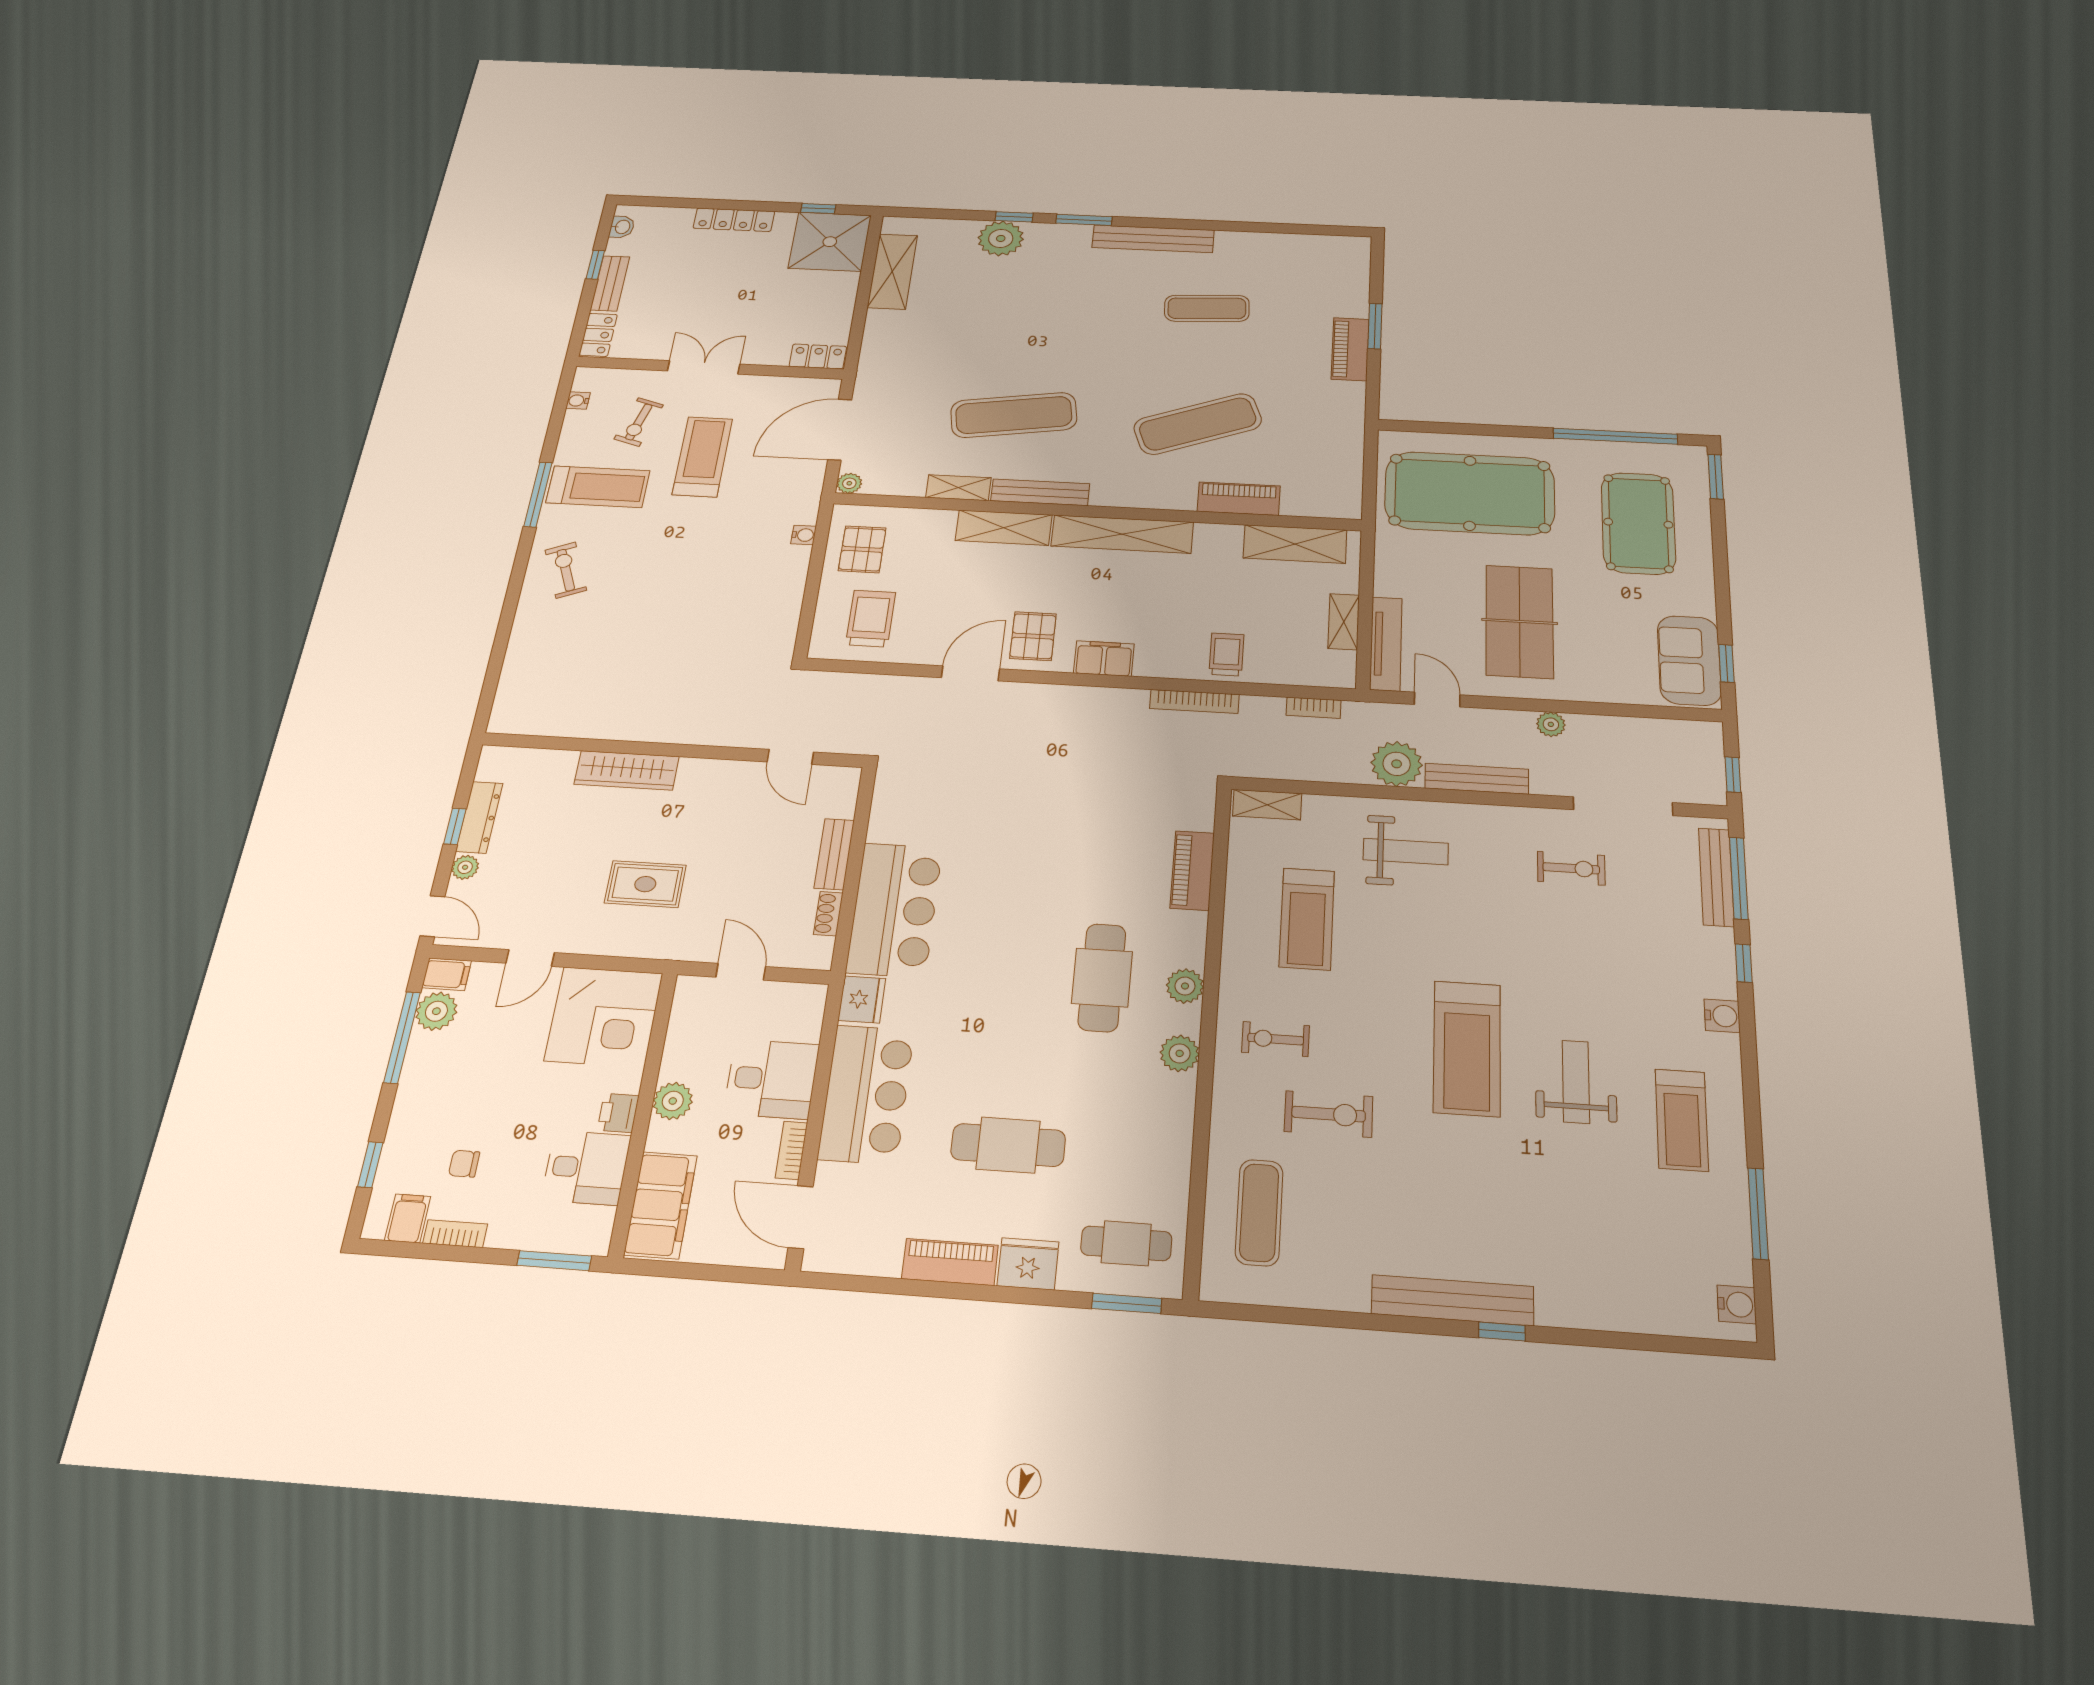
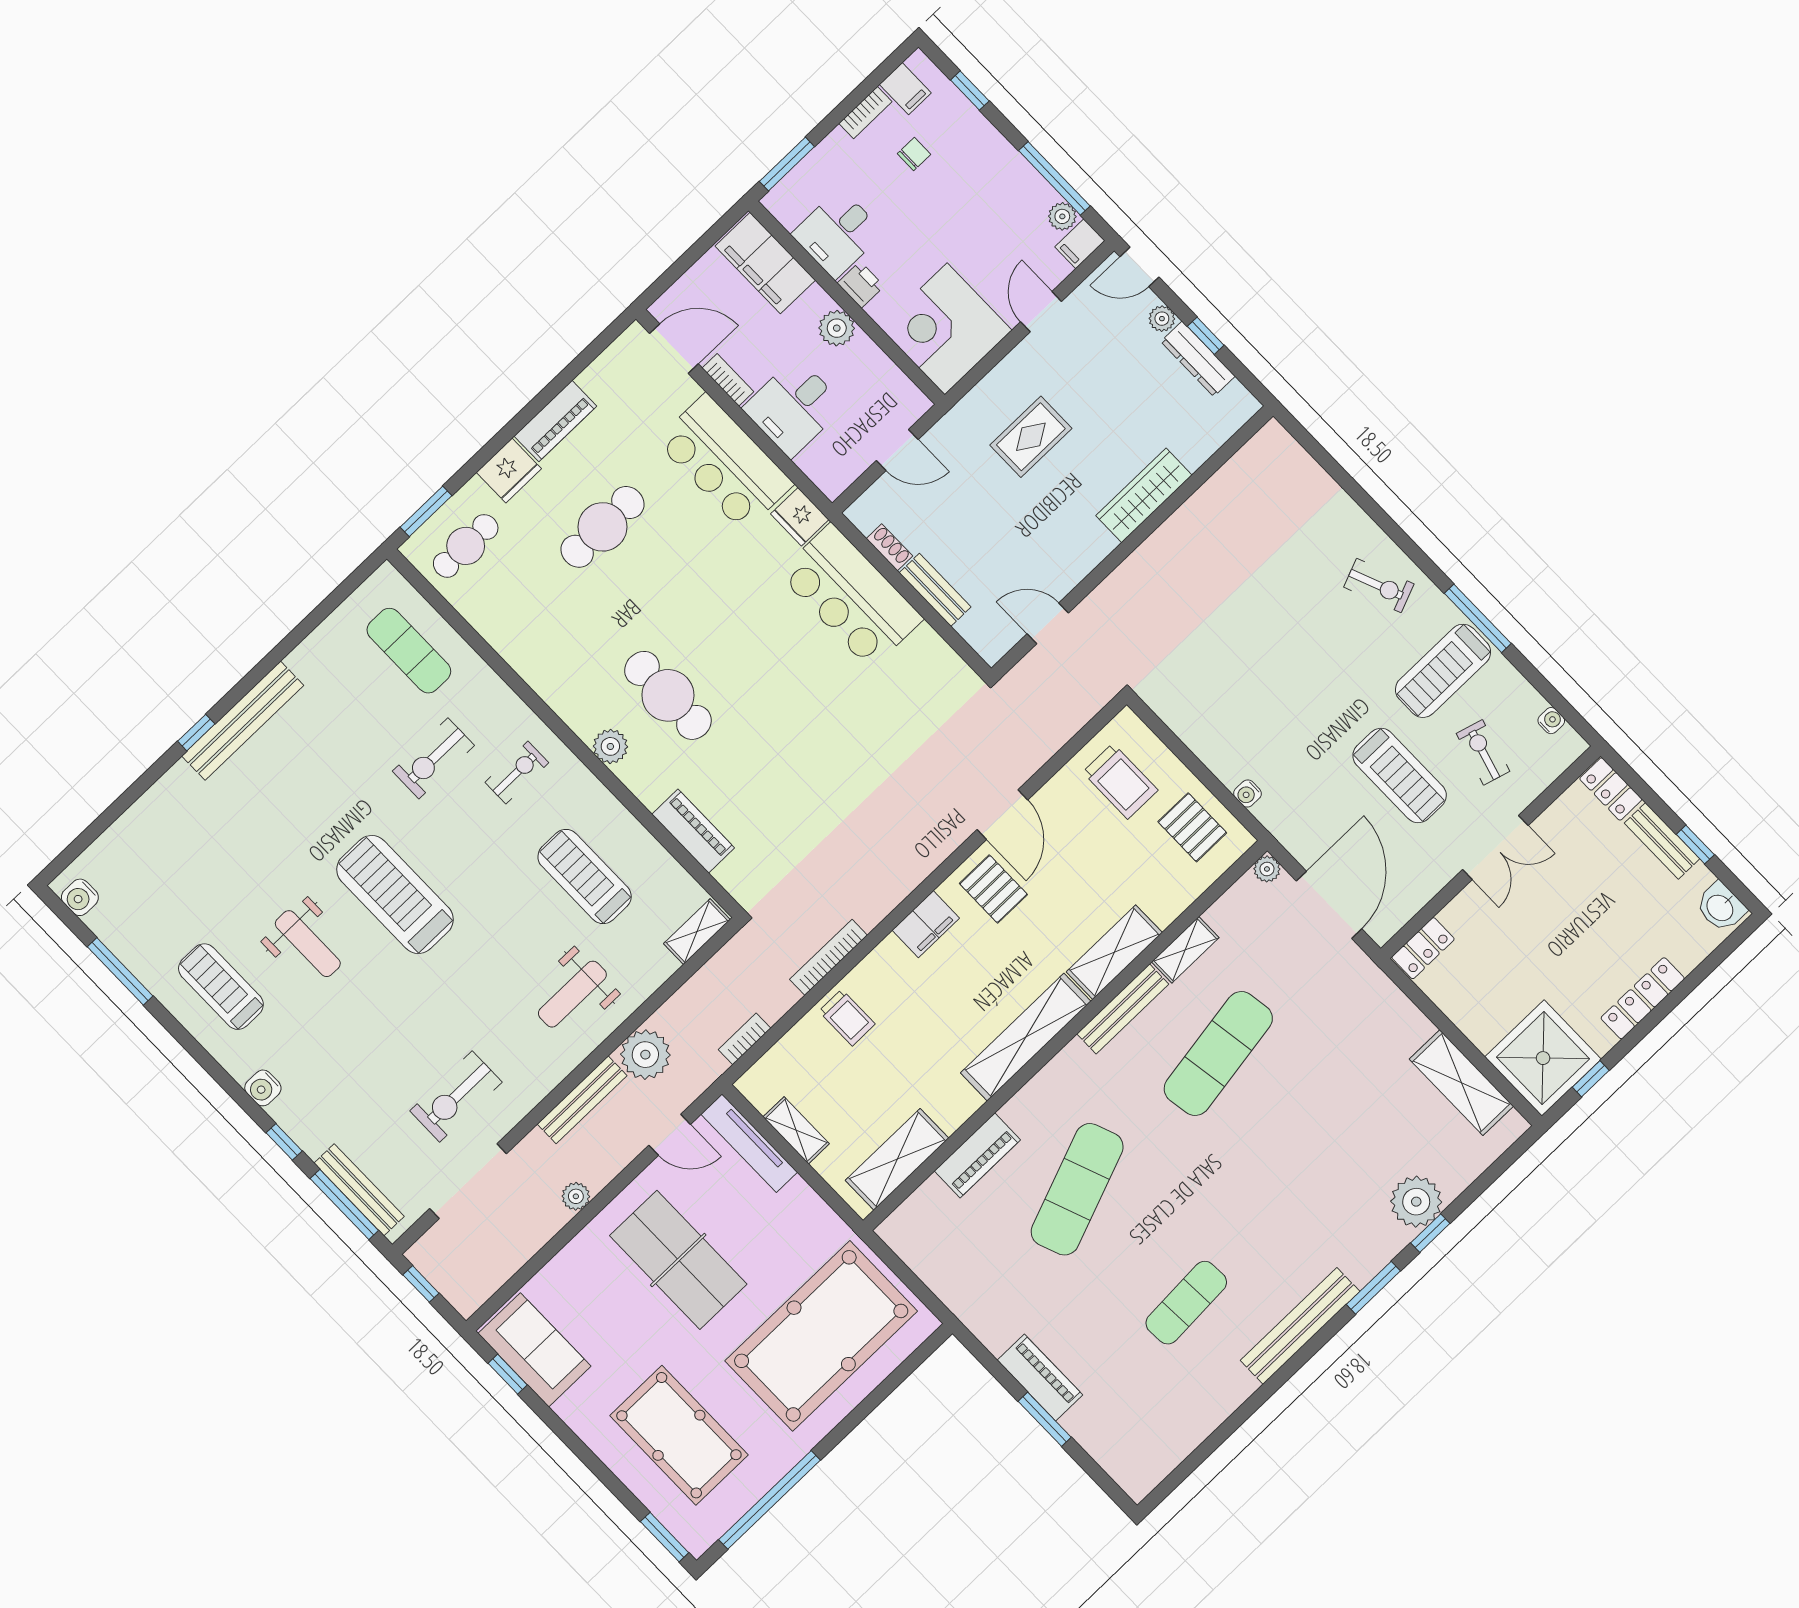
washbasin: (622, 227) -> (1721, 907), width x1.38, depth x1.45
exercise bike: (1571, 868) -> (456, 1096), width x1.38, depth x1.39
plant: (436, 1011) -> (1062, 216), width x0.73, depth x0.73
plant: (1180, 1053) -> (565, 698), removed

